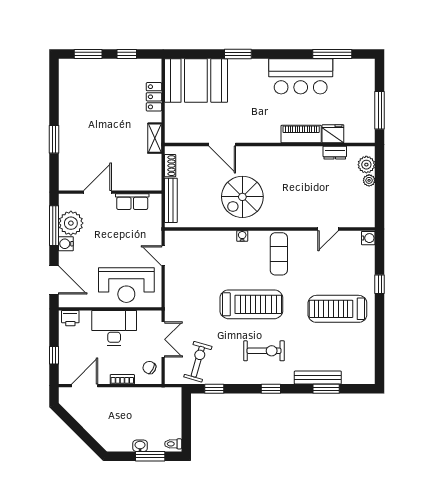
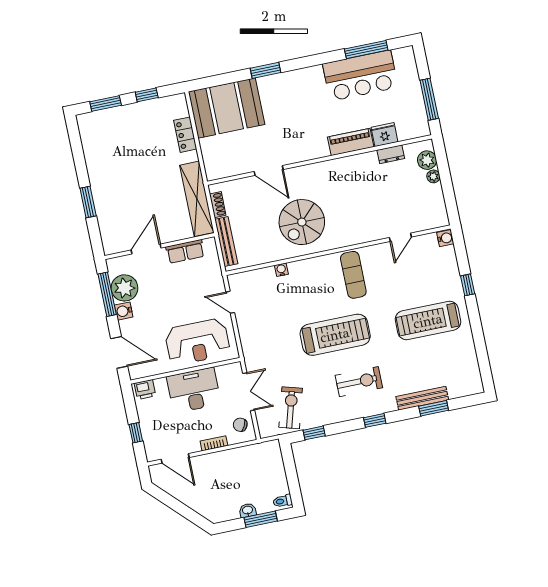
bar counter: (301, 76) -> (360, 76), moved
shelving: (155, 138) -> (197, 199), width x2.20, depth x1.33
water cooler: (242, 236) -> (281, 270), moved
door: (85, 386) -> (175, 458), swing flipped

